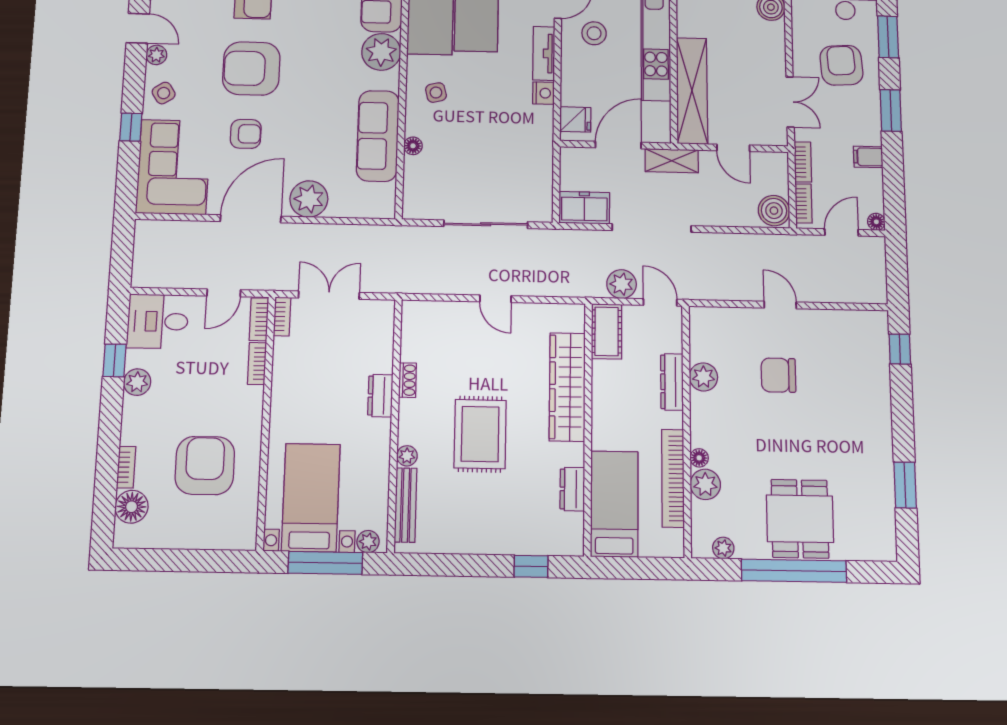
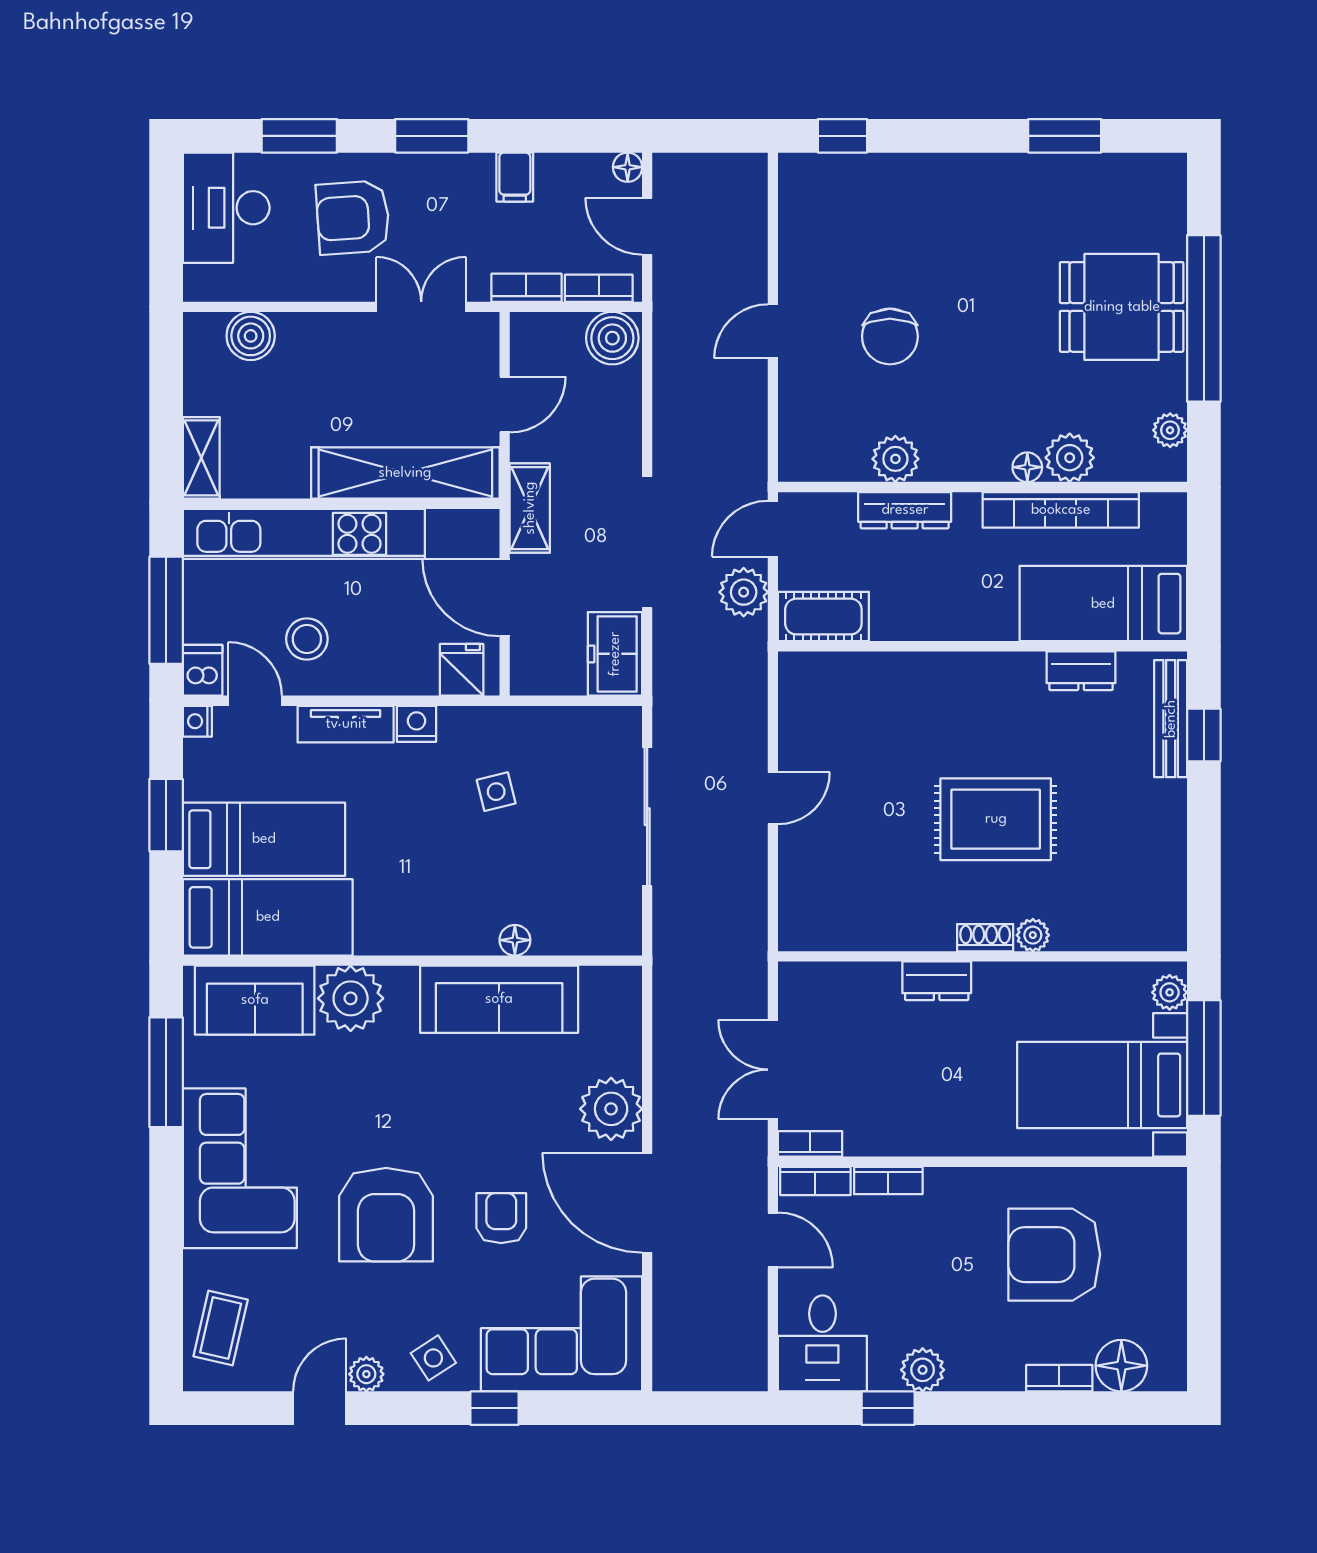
side table: (436, 93) -> (496, 792), moved
shoe rack: (408, 380) -> (985, 938), moved
wardrobe: (567, 387) -> (916, 680), removed
bench: (406, 505) -> (1171, 719), moved, turned 90

